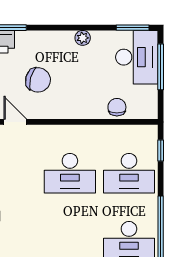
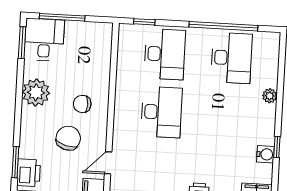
plant: (83, 38) -> (36, 93), width x1.88, depth x1.88
desk: (137, 57) -> (44, 40), width x0.73
chair: (117, 107) -> (82, 104), moved

